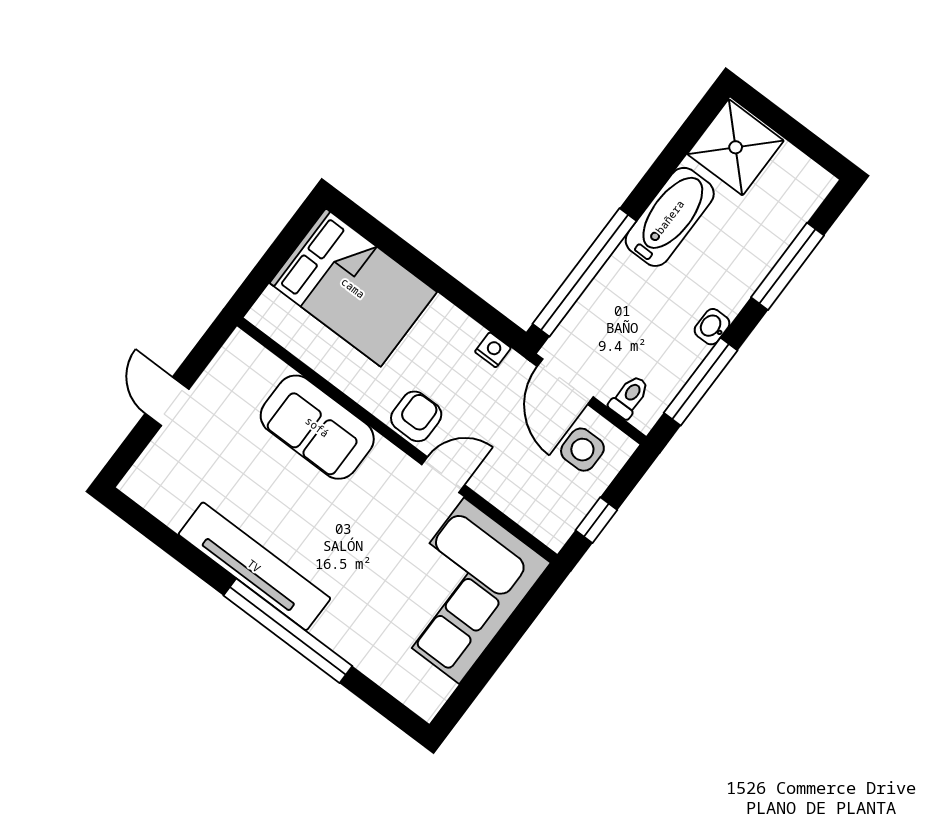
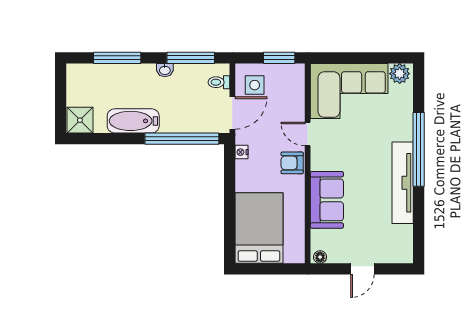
shower: (736, 147) -> (80, 120), width x0.73, depth x0.73
floor lamp: (236, 349) -> (320, 257), added
window: (596, 520) -> (279, 58), width x1.50
plant: (429, 690) -> (400, 74), added

